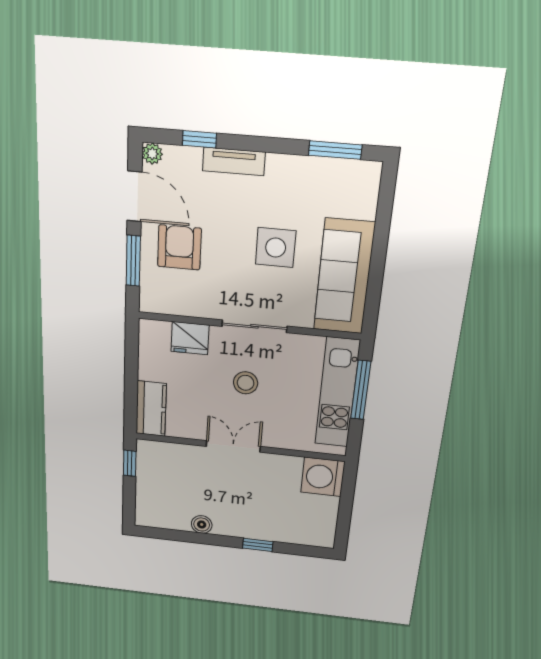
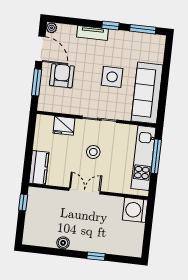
window: (199, 139) -> (111, 26), moved

